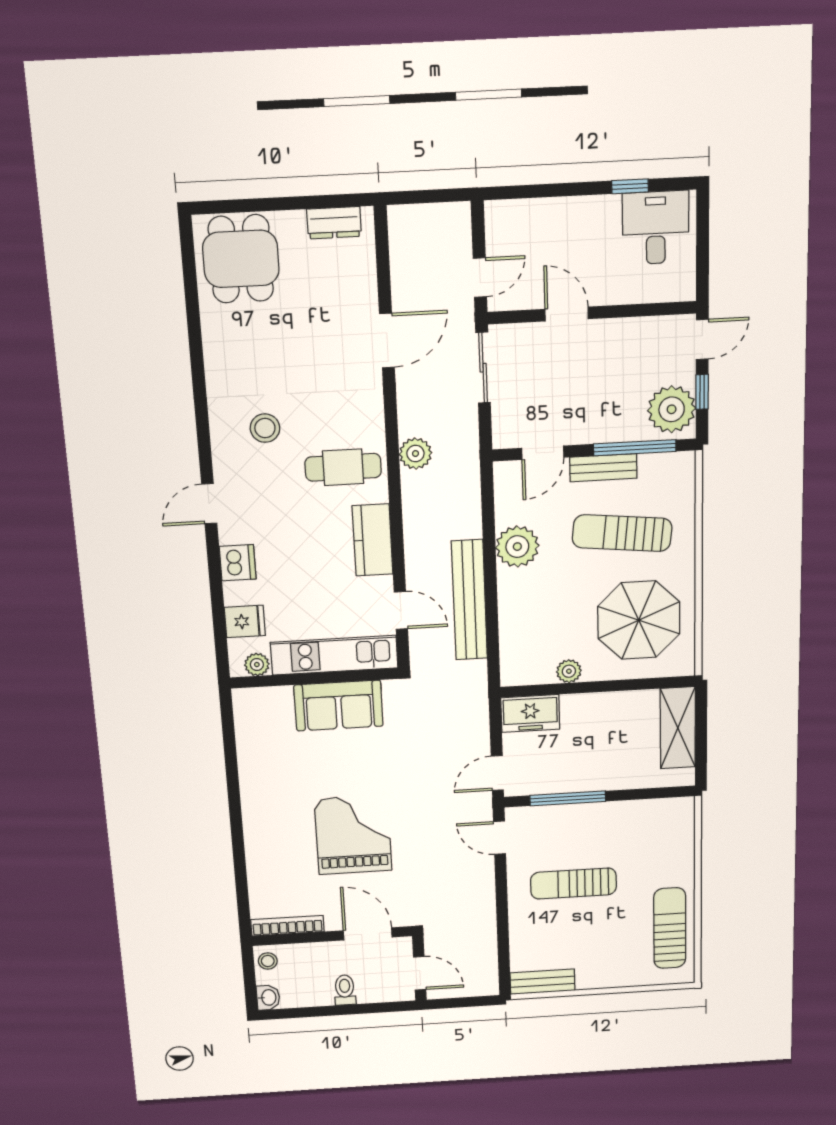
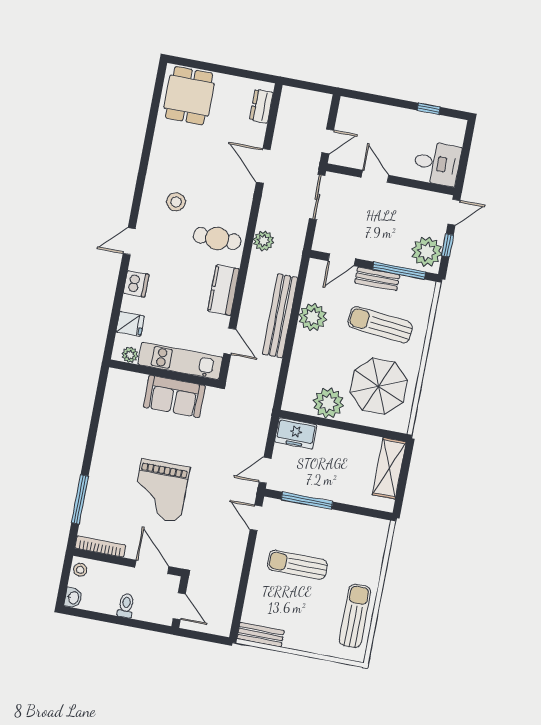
dresser: (334, 223) -> (261, 106), moved, turned 90
desk: (656, 228) -> (437, 163), moved, turned 90
door: (387, 341) -> (263, 166), swing flipped
bench: (469, 600) -> (280, 316), moved
plant: (569, 671) -> (328, 403), width x1.88, depth x1.88
grand piano: (353, 835) -> (161, 491), turned 180
window: (241, 873) -> (80, 499), added

